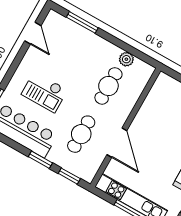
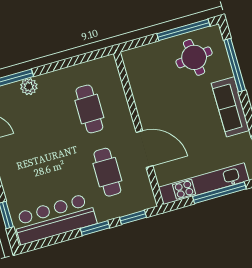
plant: (126, 59) -> (29, 87), moved
checkout: (44, 92) -> (41, 168), removed

